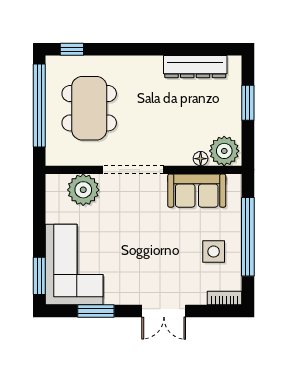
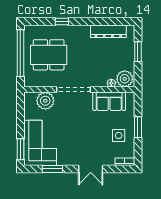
window: (72, 49) -> (62, 22), moved
dining table: (89, 108) -> (49, 55), turned 90
window: (248, 237) -> (138, 127), width x0.47

